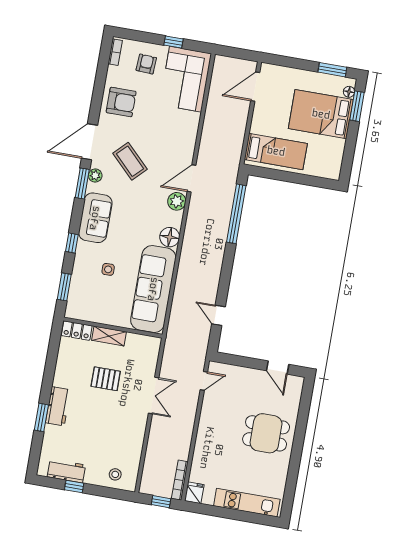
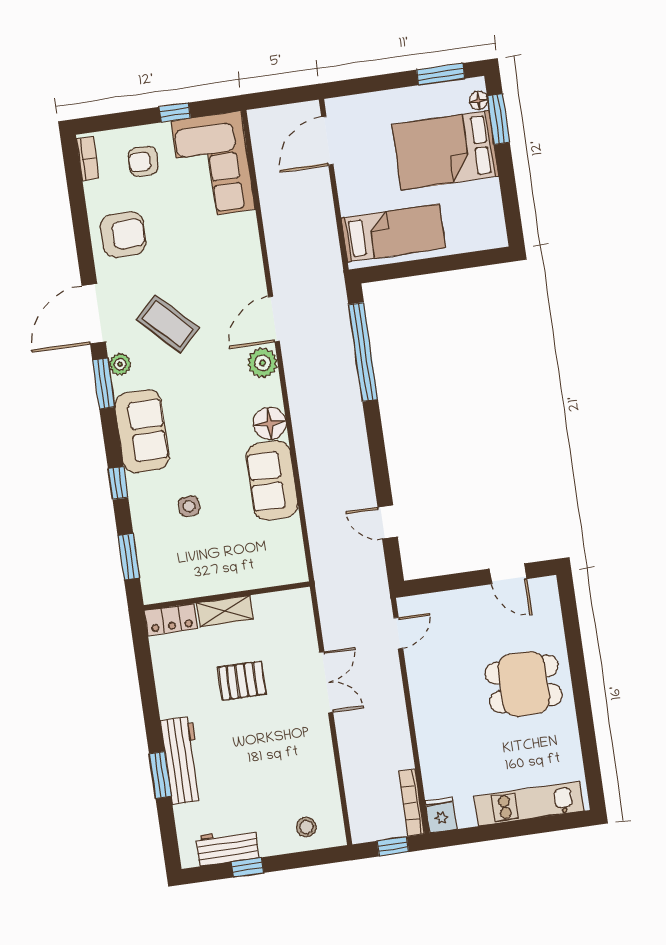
armchair: (146, 64) -> (143, 161), turned -93
sofa: (153, 289) -> (272, 481), width x0.54, depth x0.79
workbench: (58, 406) -> (182, 760), width x1.38

